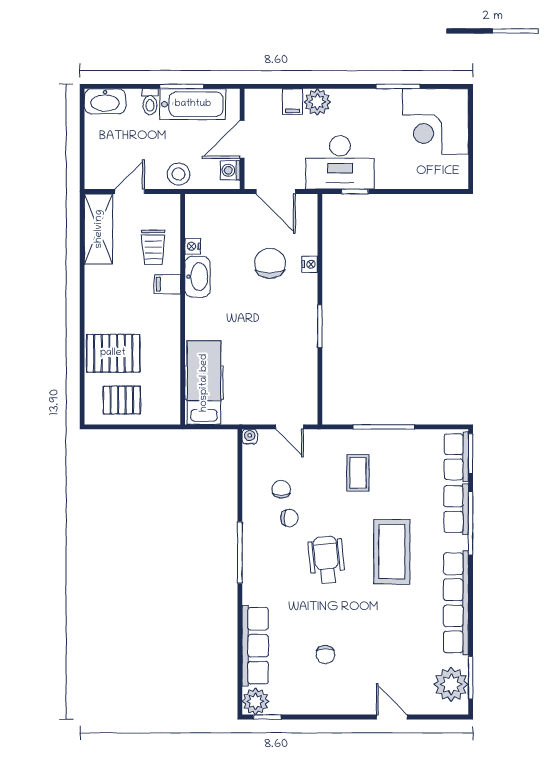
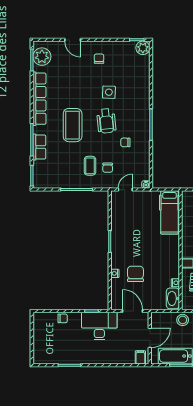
filing cabinet: (293, 102) -> (140, 357), moved
plant: (317, 102) -> (111, 357), removed
corner desk: (435, 122) -> (50, 347), removed
washing machine: (230, 170) -> (156, 322), removed
chair: (411, 177) -> (63, 318), added
chair: (270, 263) -> (135, 274), turned 180
washbasin: (198, 277) -> (173, 298), moved
door: (290, 427) -> (125, 190), hinge flipped
row of seats: (456, 457) -> (39, 174), removed
chair: (281, 489) -> (108, 168), moved
side table: (321, 615) -> (109, 92), added
row of seats: (255, 646) -> (143, 77), removed
chair: (325, 655) -> (99, 59), moved

